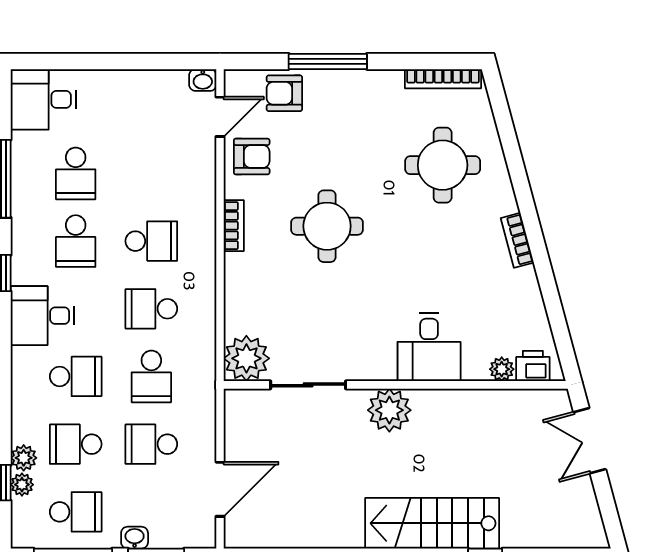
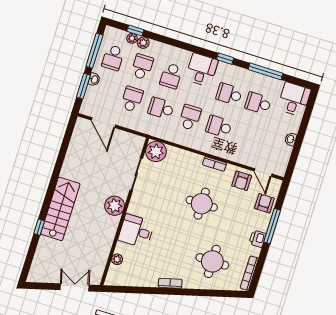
washbasin: (203, 80) -> (291, 139), moved
school desk: (151, 241) -> (219, 126), turned 90
printer: (533, 366) -> (258, 239), moved, turned 180

